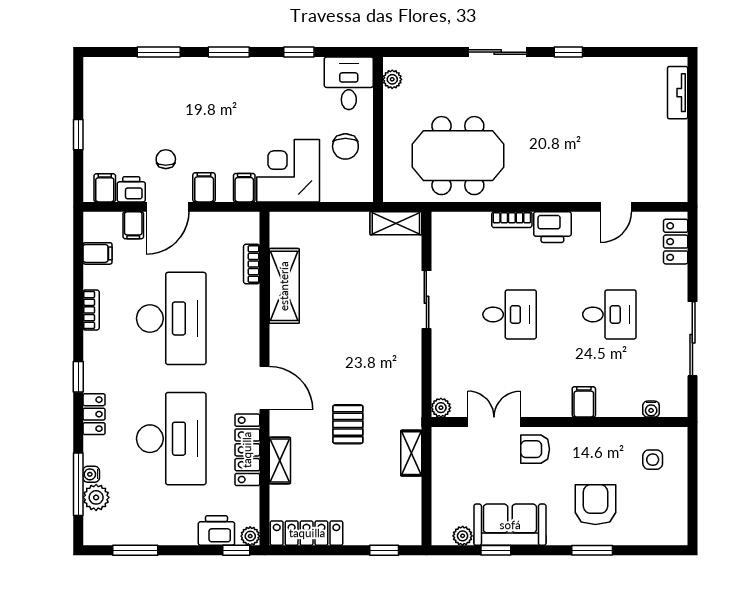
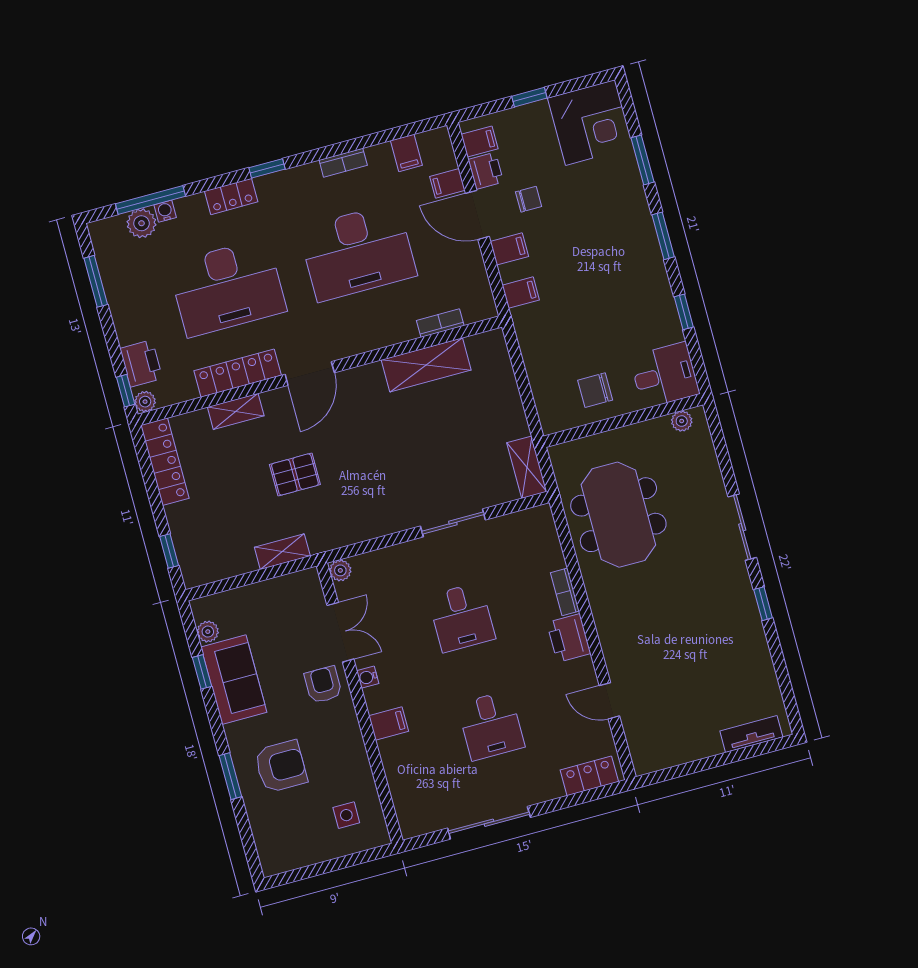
corner desk: (288, 171) -> (590, 123), moved, turned 90
water cooler: (651, 409) -> (368, 677), moved

